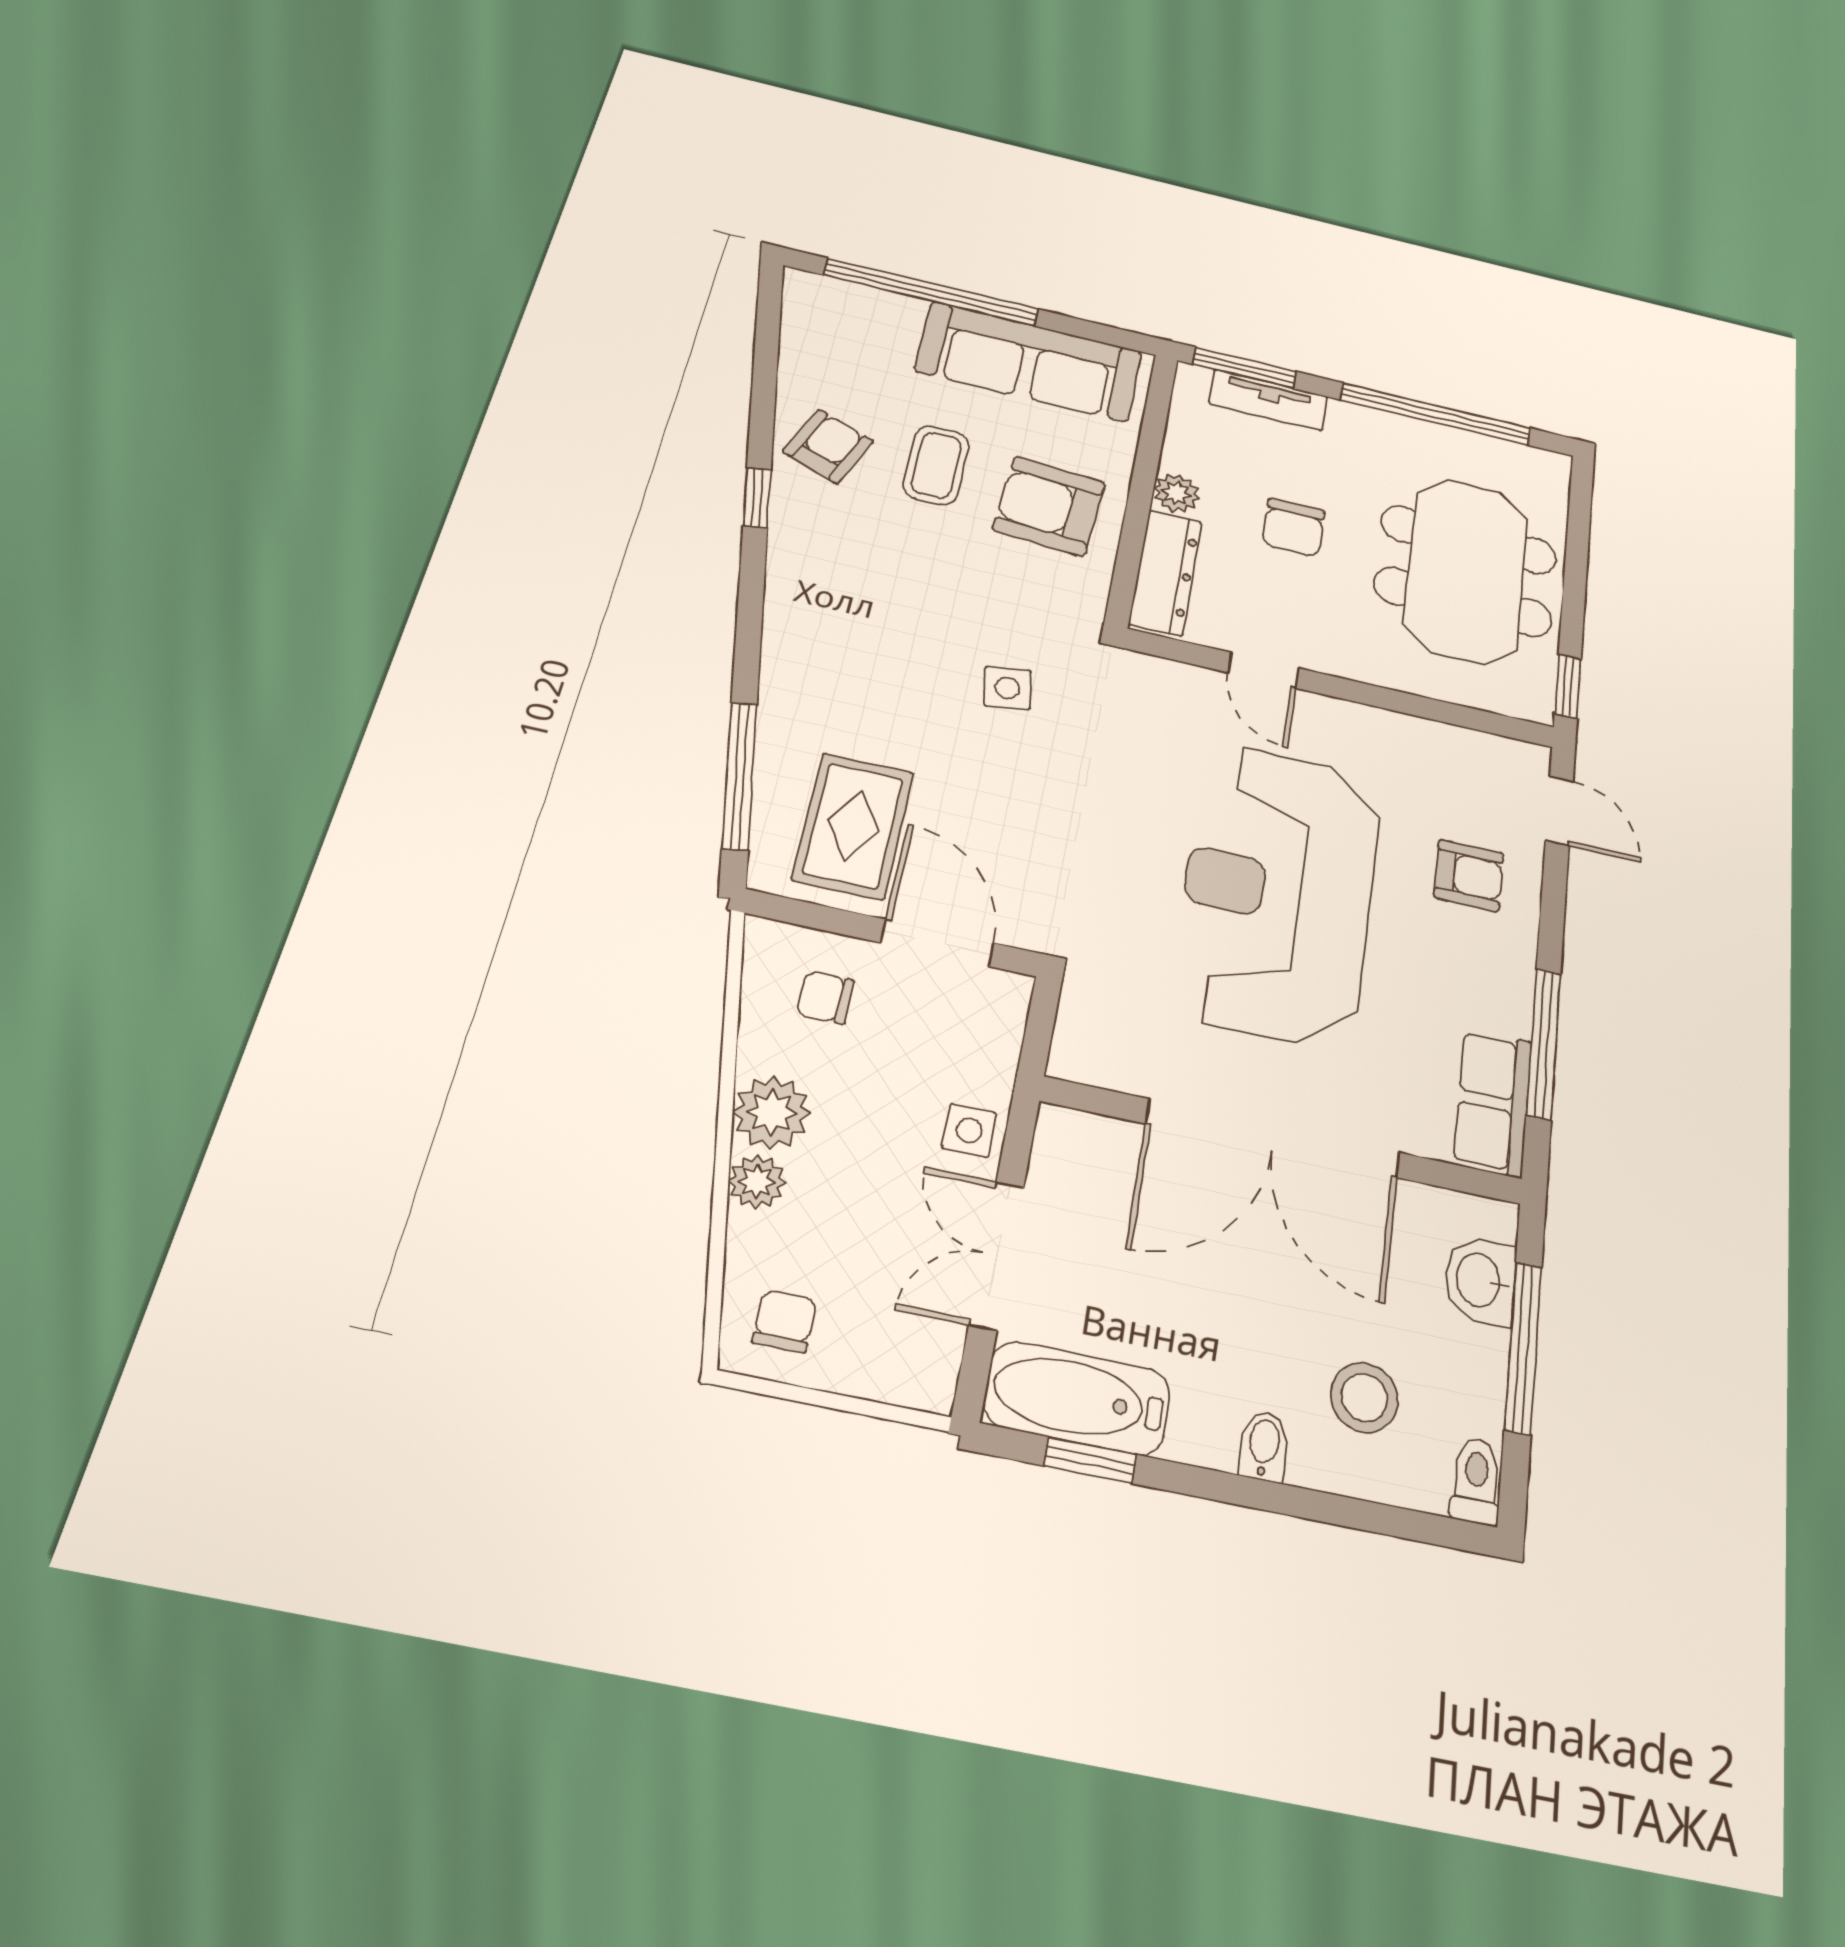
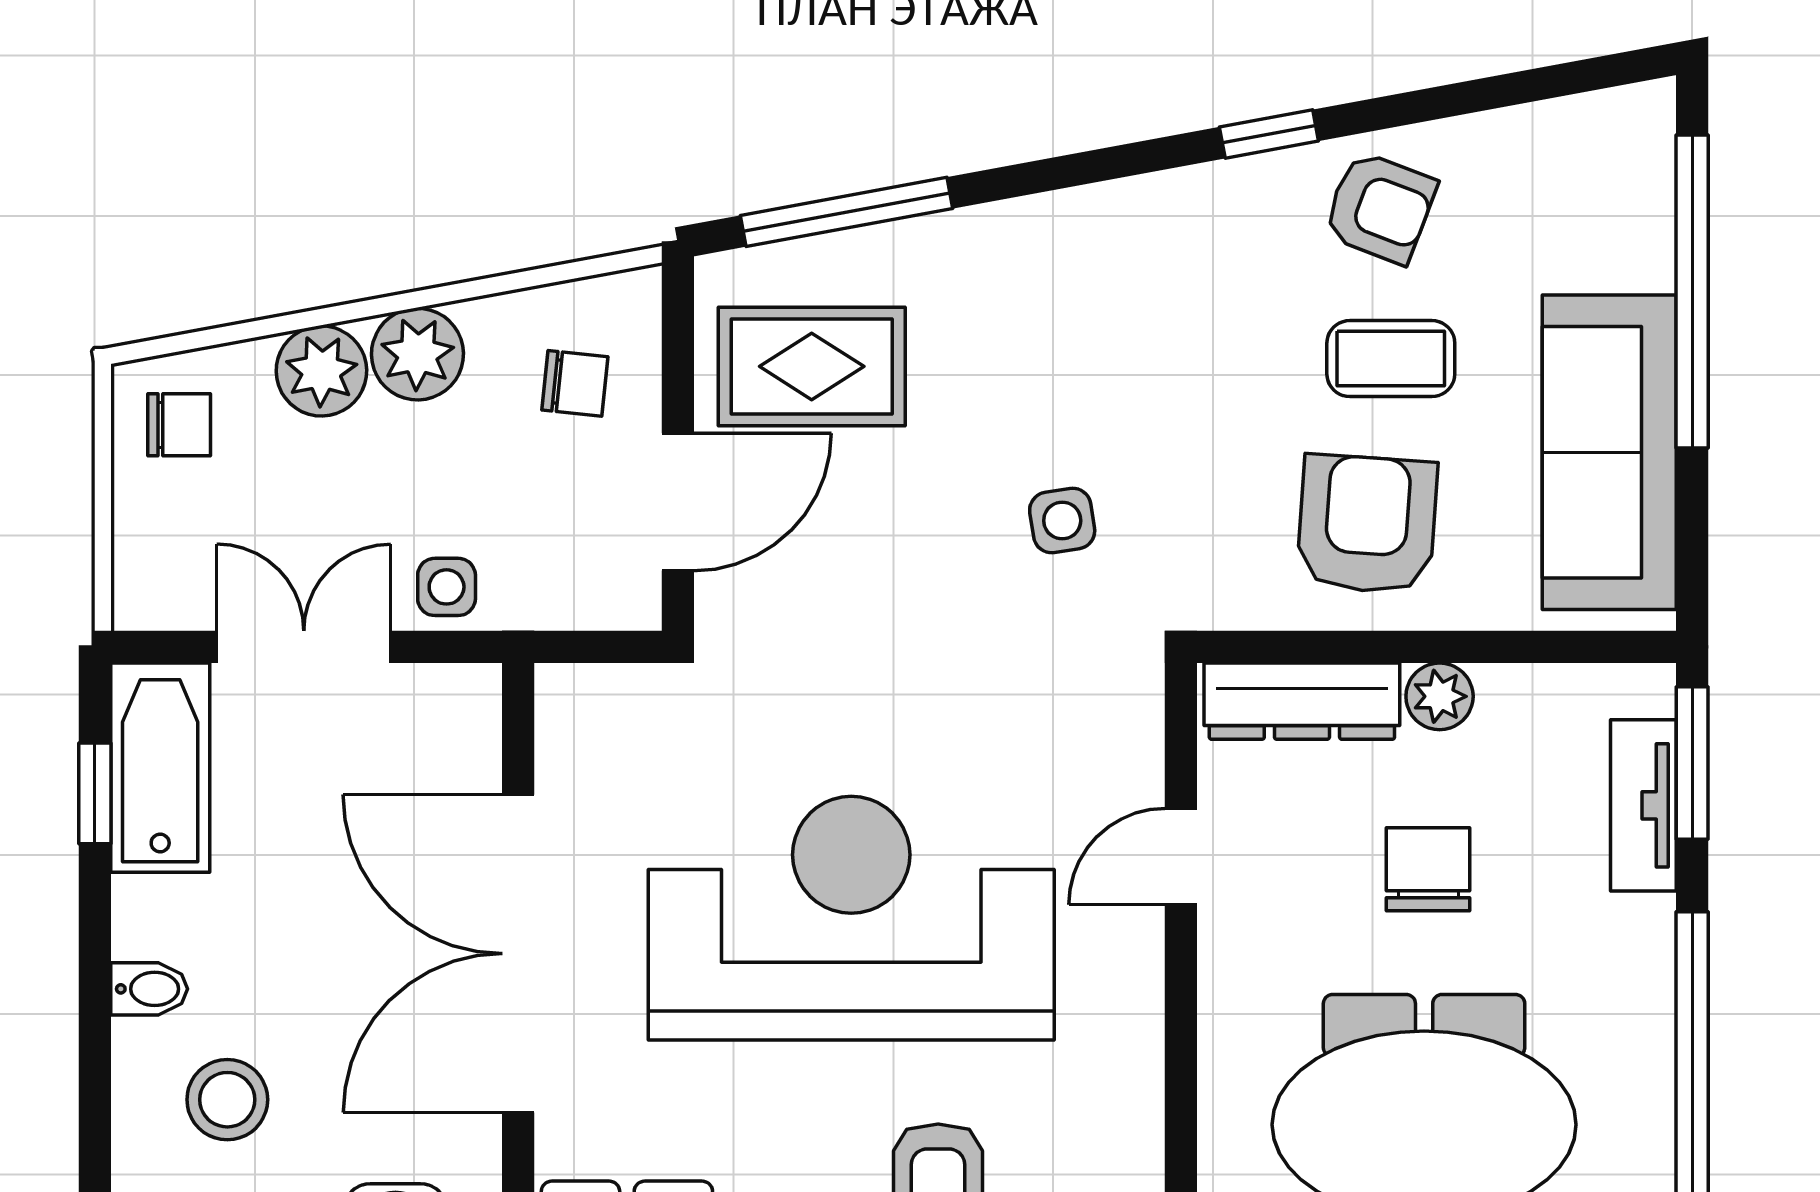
chair: (1293, 528) -> (1428, 869), turned 90
chair: (825, 997) -> (575, 383), turned 96
plant: (757, 1182) -> (321, 371), width x1.38, depth x1.38

